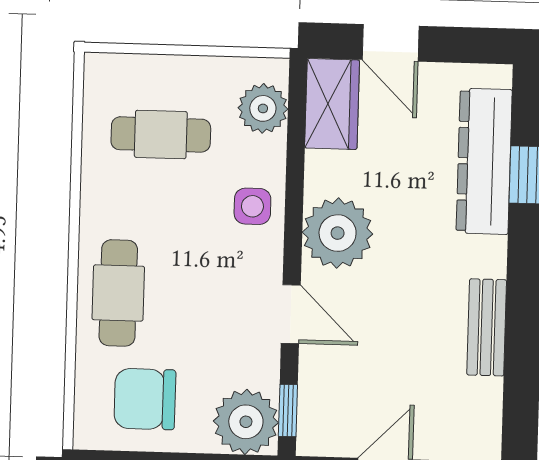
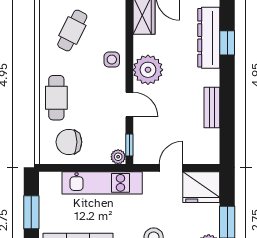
plant: (263, 108) -> (115, 18), removed
cafe table: (161, 134) -> (72, 30), turned -63
plant: (246, 422) -> (118, 157), width x0.53, depth x0.53

